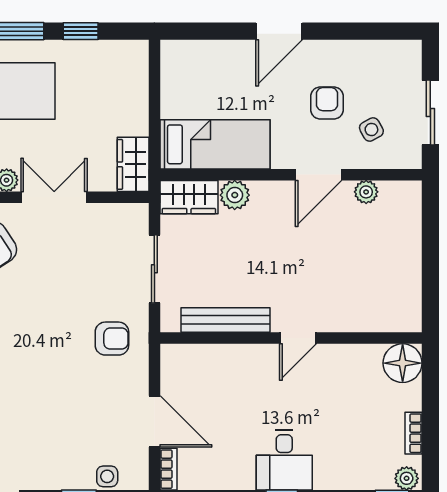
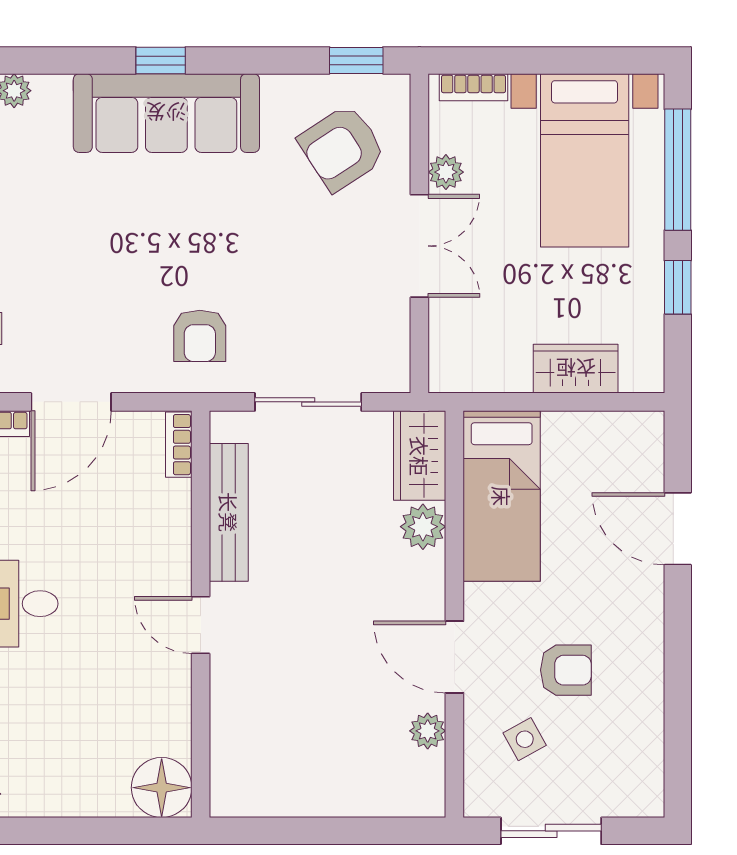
door: (279, 31) -> (678, 529), moved
wardrobe: (133, 164) -> (576, 369), moved
bookcase: (414, 433) -> (179, 445), moved, turned -90

